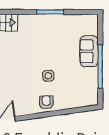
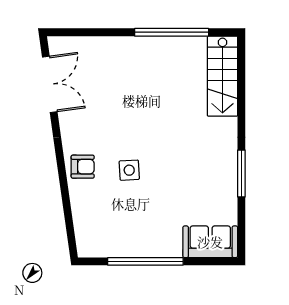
sofa: (89, 51) -> (210, 242), moved

